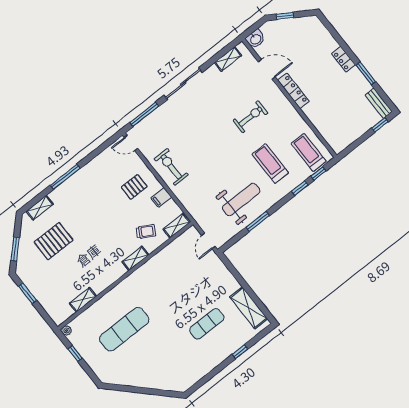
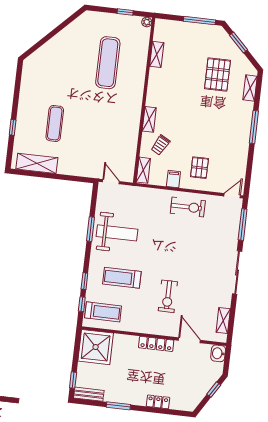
locker: (343, 59) -> (158, 402), moved
door: (267, 69) -> (189, 340), swing flipped
shower: (340, 132) -> (96, 347), added
treadmill: (270, 164) -> (122, 278), turned 180
weight bench: (241, 200) -> (117, 233), turned -90
window: (27, 293) -> (199, 21), width x1.44

